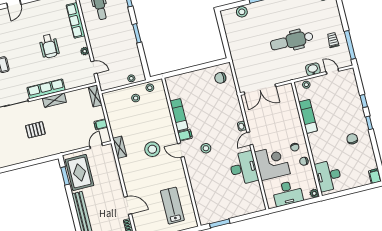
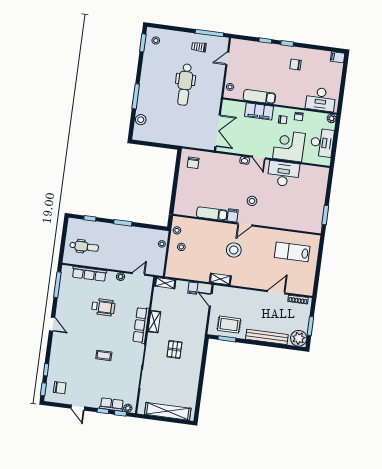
washbasin: (313, 69) -> (218, 75), removed
filing cabinet: (294, 122) -> (259, 111), added
rug: (79, 172) -> (229, 325), width x0.73, depth x0.70

